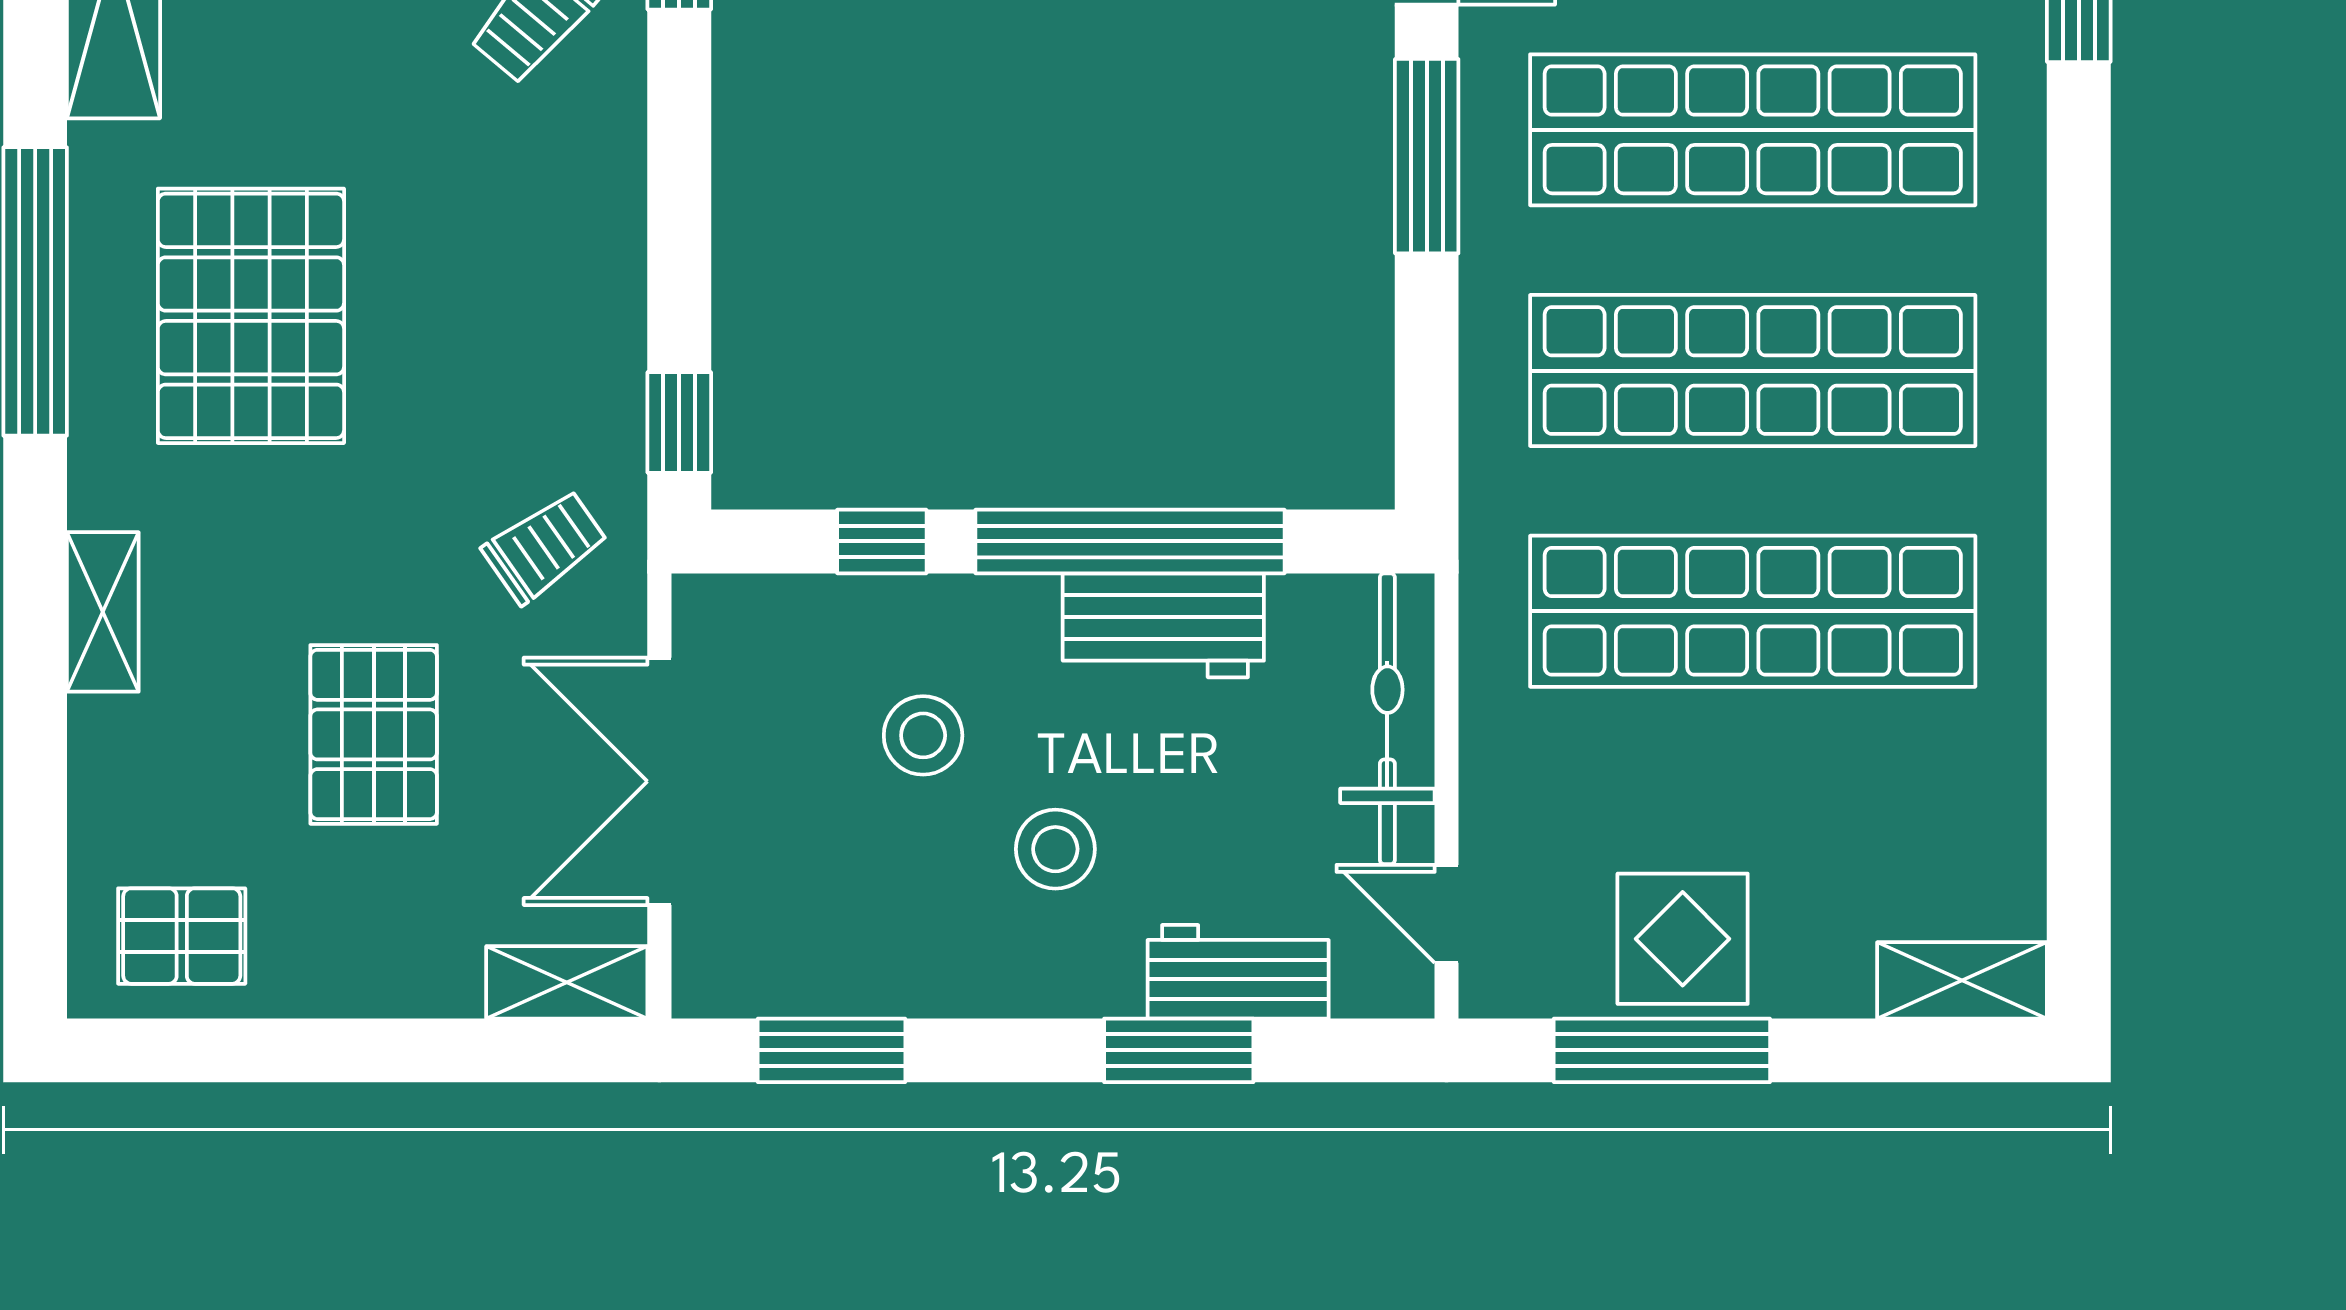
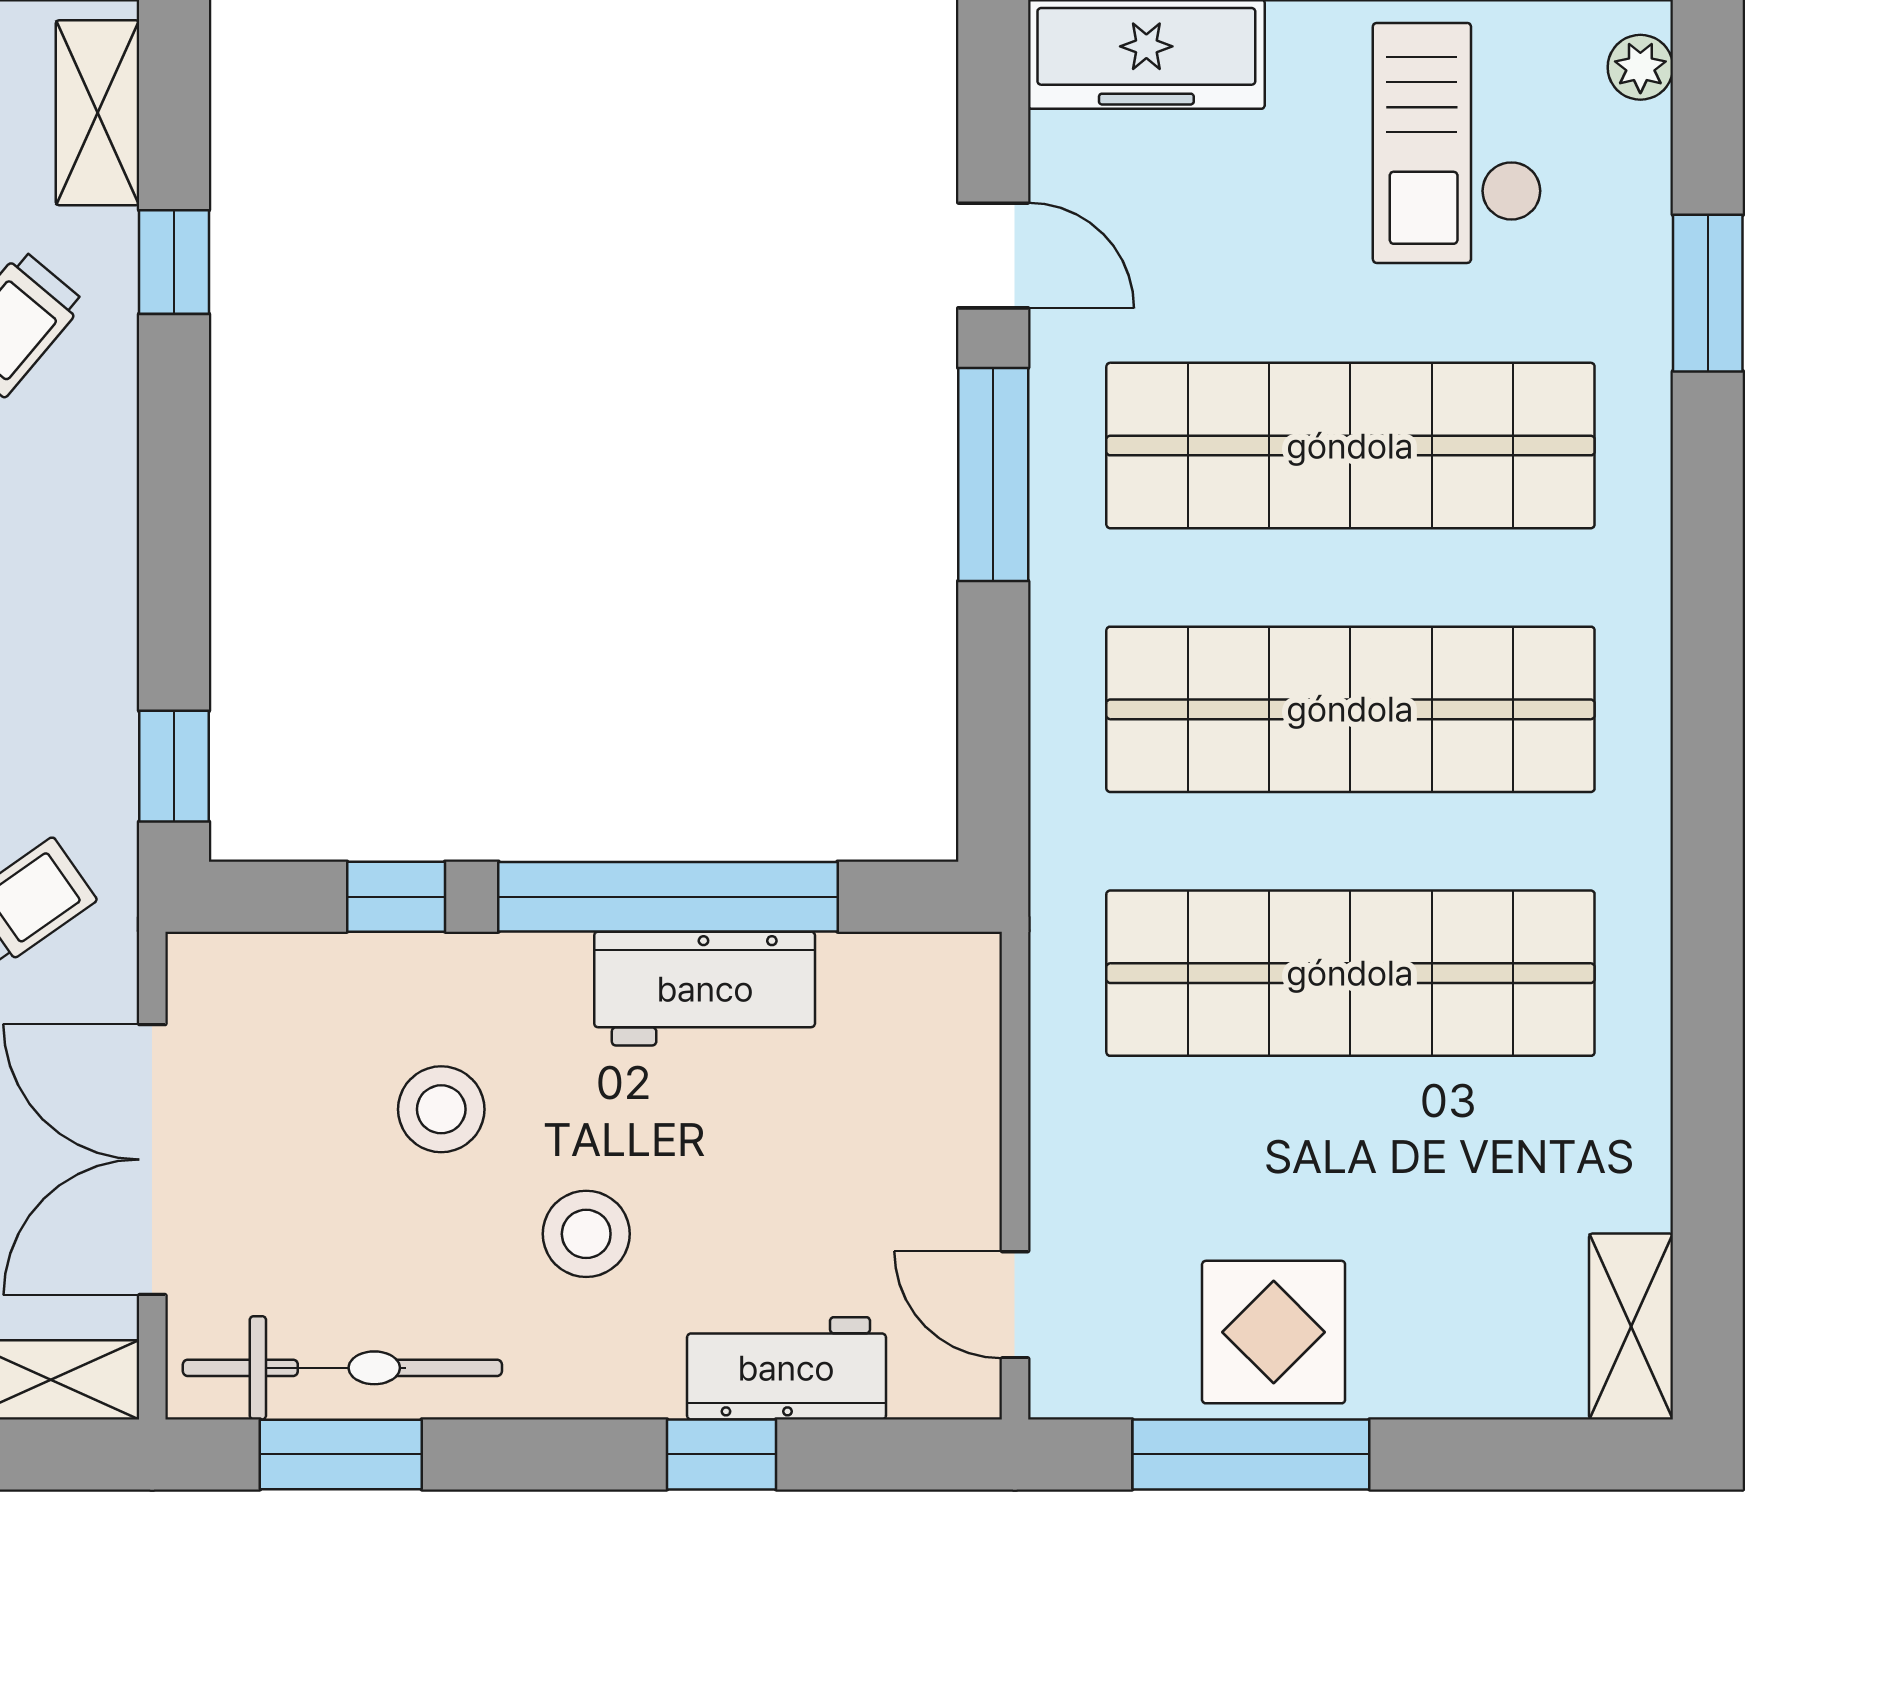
bicycle: (1387, 719) -> (342, 1368), moved, turned 90
shelving: (1962, 980) -> (1631, 1326), moved, turned 90
window: (1179, 1050) -> (721, 1454), width x0.67

